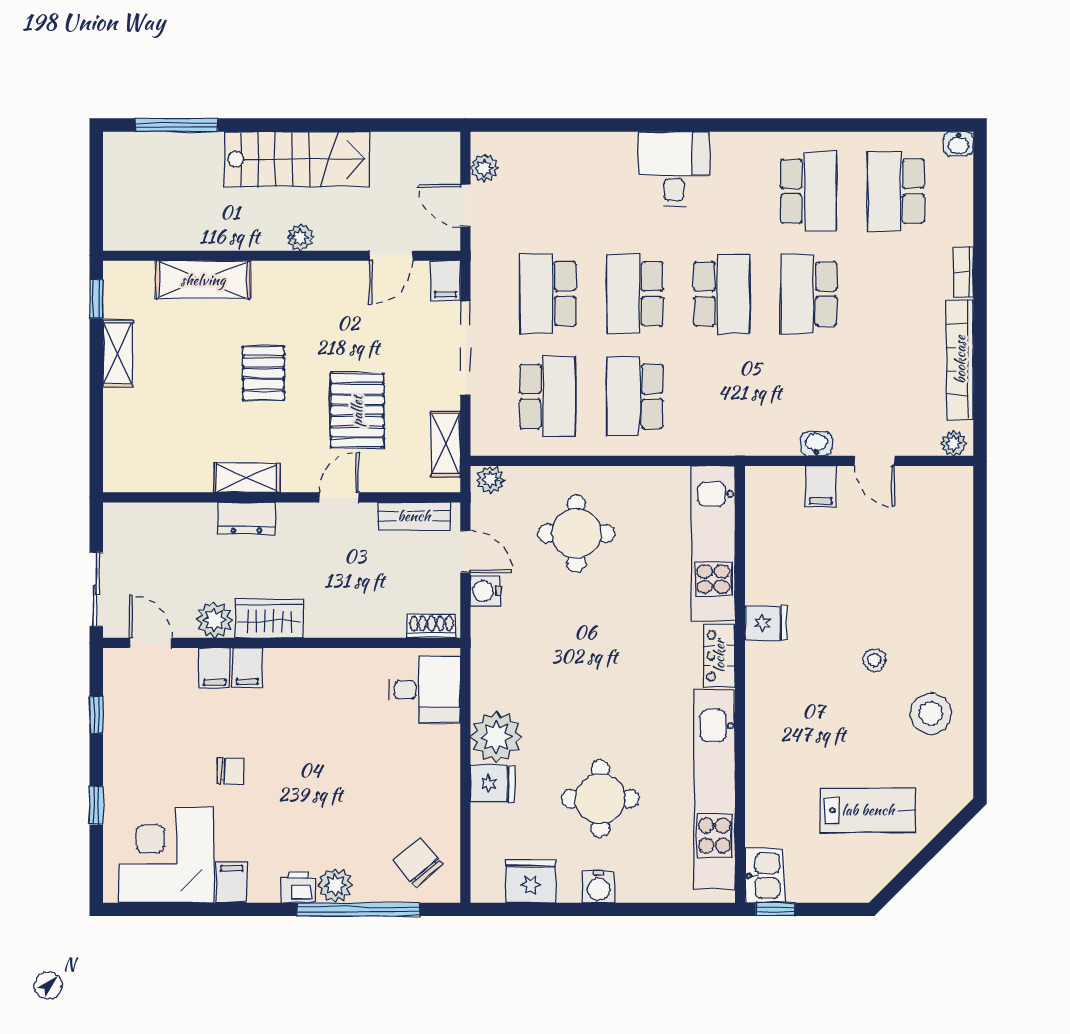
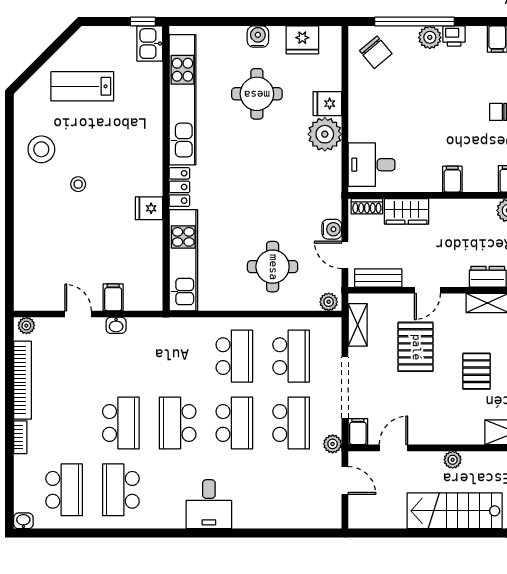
plant: (484, 168) -> (333, 444), moved
school desk: (548, 396) -> (291, 356), turned 180
wardrobe: (269, 618) -> (407, 211), moved
filing cabinet: (247, 668) -> (452, 179), moved

